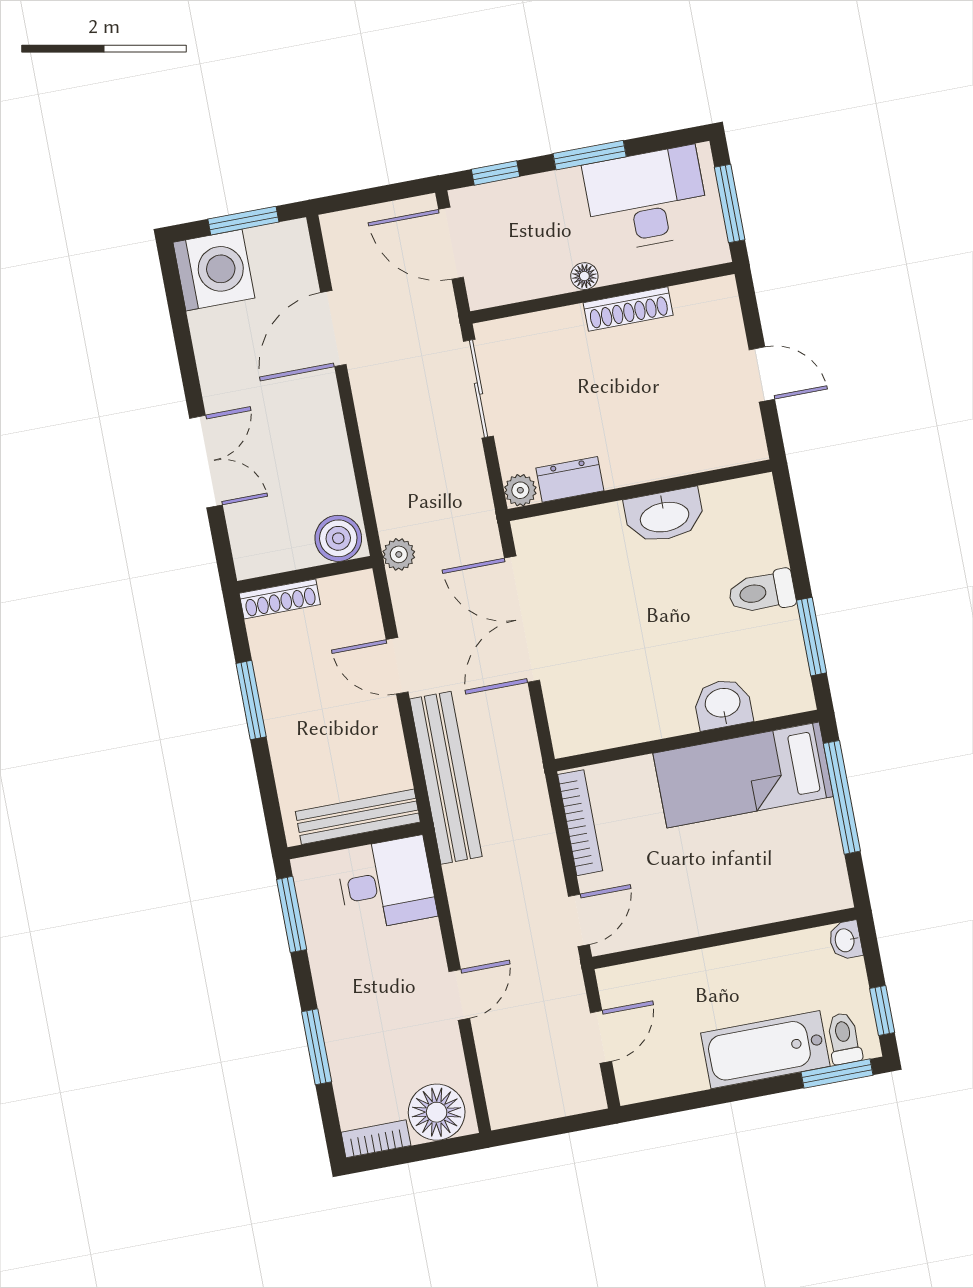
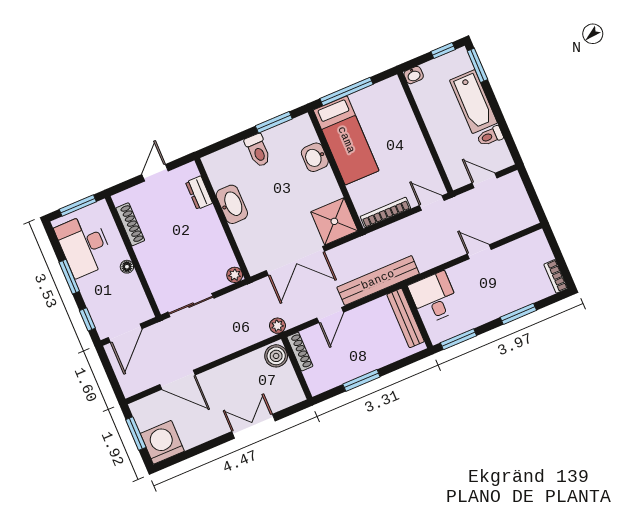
shoe rack: (628, 309) -> (130, 224), moved
dresser: (570, 479) -> (199, 193), moved
shoe rack: (280, 599) -> (300, 352), moved
shower: (585, 715) -> (334, 221), added
toilet: (844, 1038) -> (490, 136), moved
floor lamp: (437, 1112) -> (537, 250), removed

